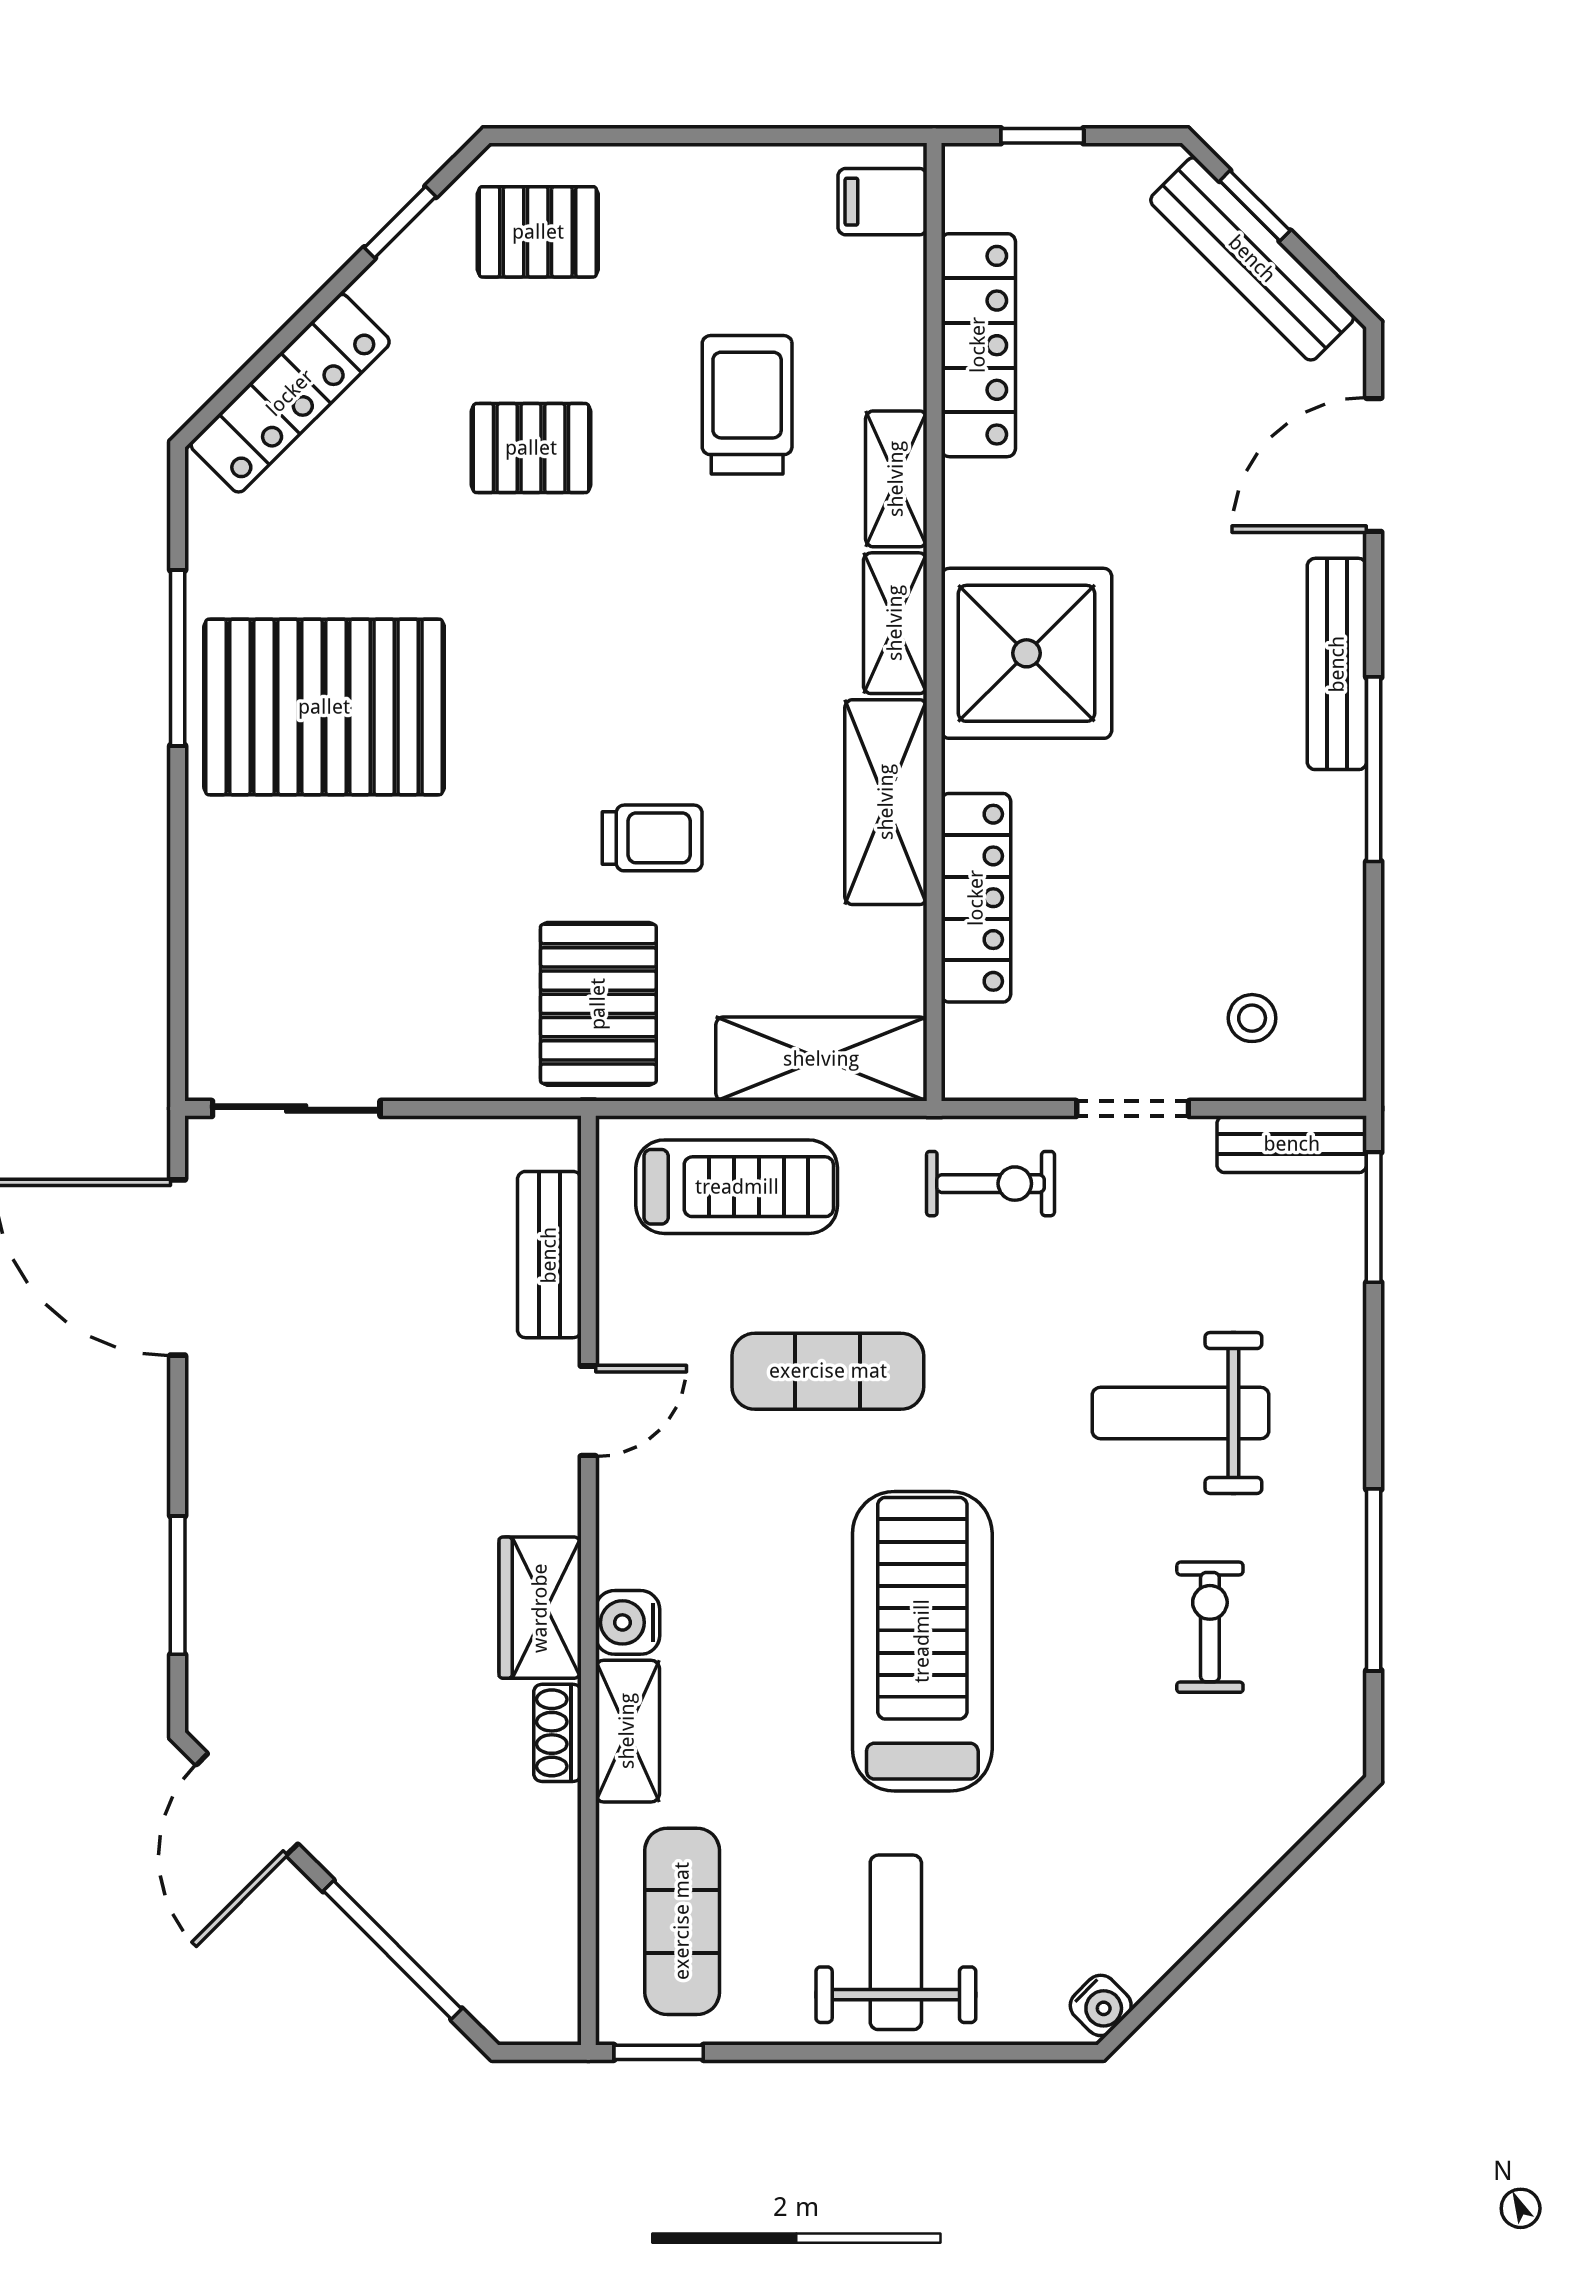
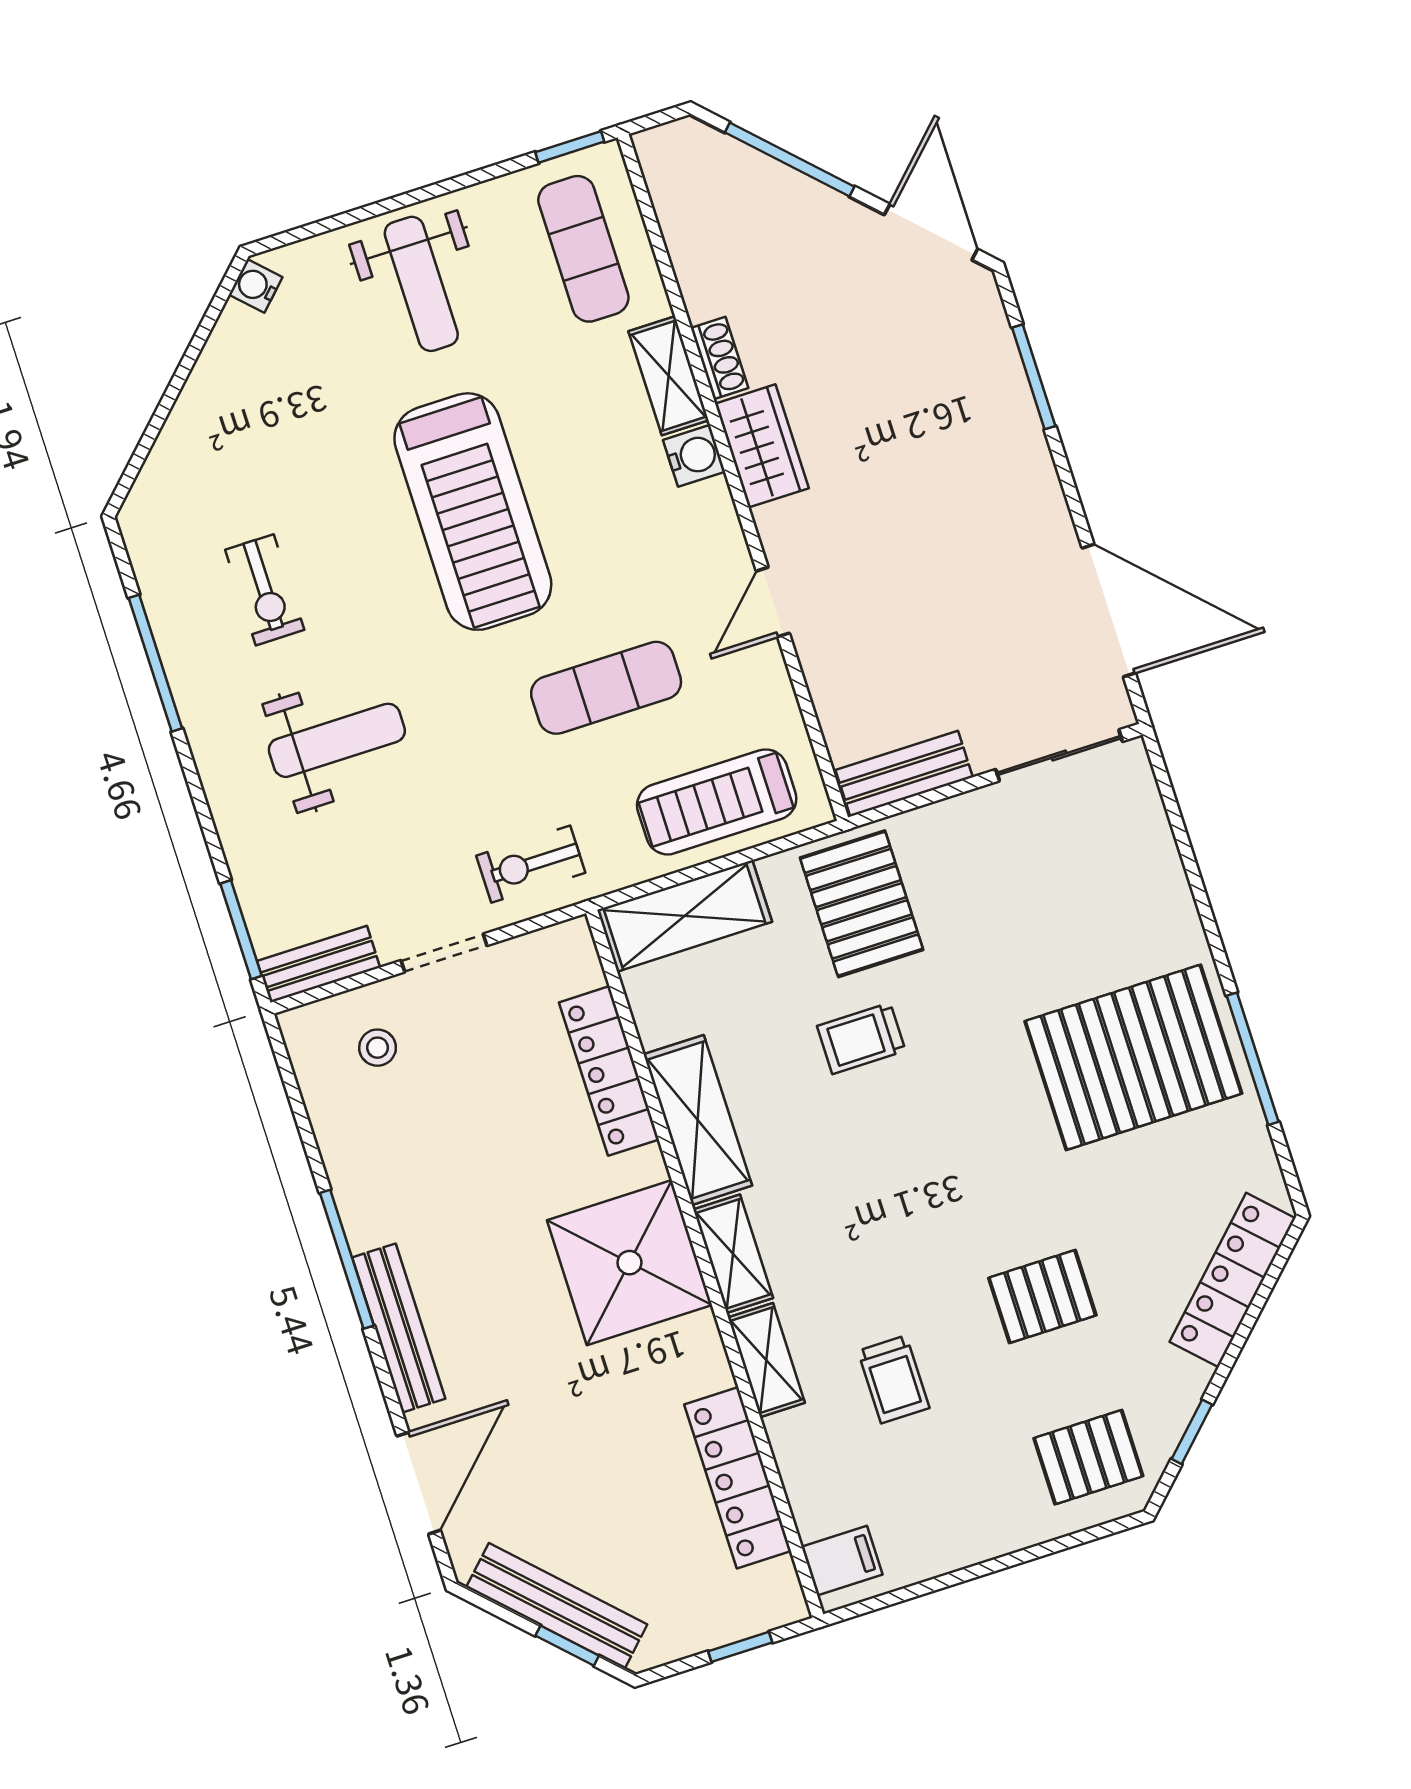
trolley: (747, 405) -> (894, 1379), width x0.73, depth x0.72
bench: (549, 1255) -> (904, 774), moved, turned 90

